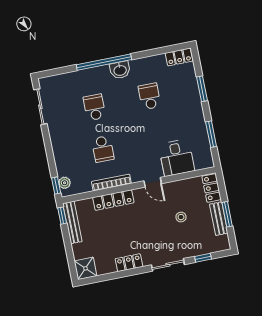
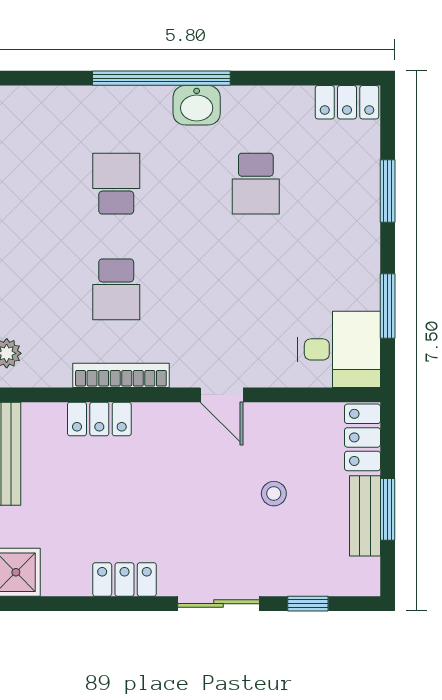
school desk: (149, 96) -> (256, 184), turned 180
desk: (177, 158) -> (339, 349), moved, turned -90
locker: (113, 200) -> (99, 419), width x0.66

